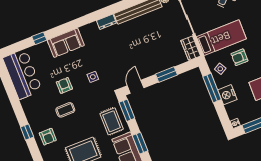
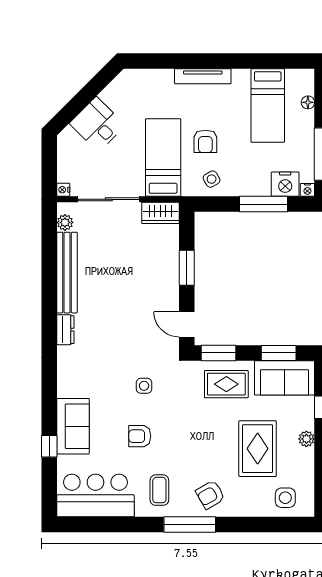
sofa: (66, 43) -> (73, 426), moved
window: (212, 88) -> (264, 204), moved
nightstand: (227, 95) -> (285, 184), moved
coffee table: (65, 110) -> (159, 490), moved
window: (27, 132) -> (190, 525), width x2.17
armchair: (48, 137) -> (210, 495), turned 150

